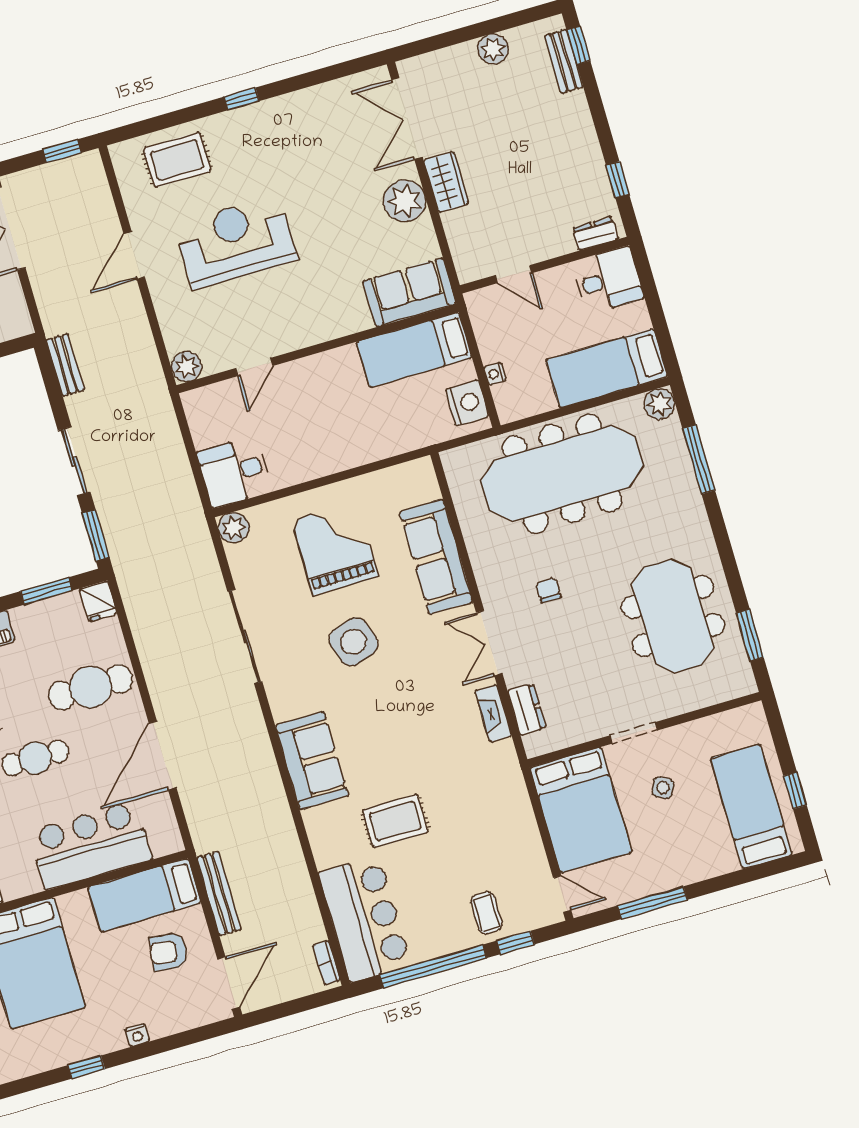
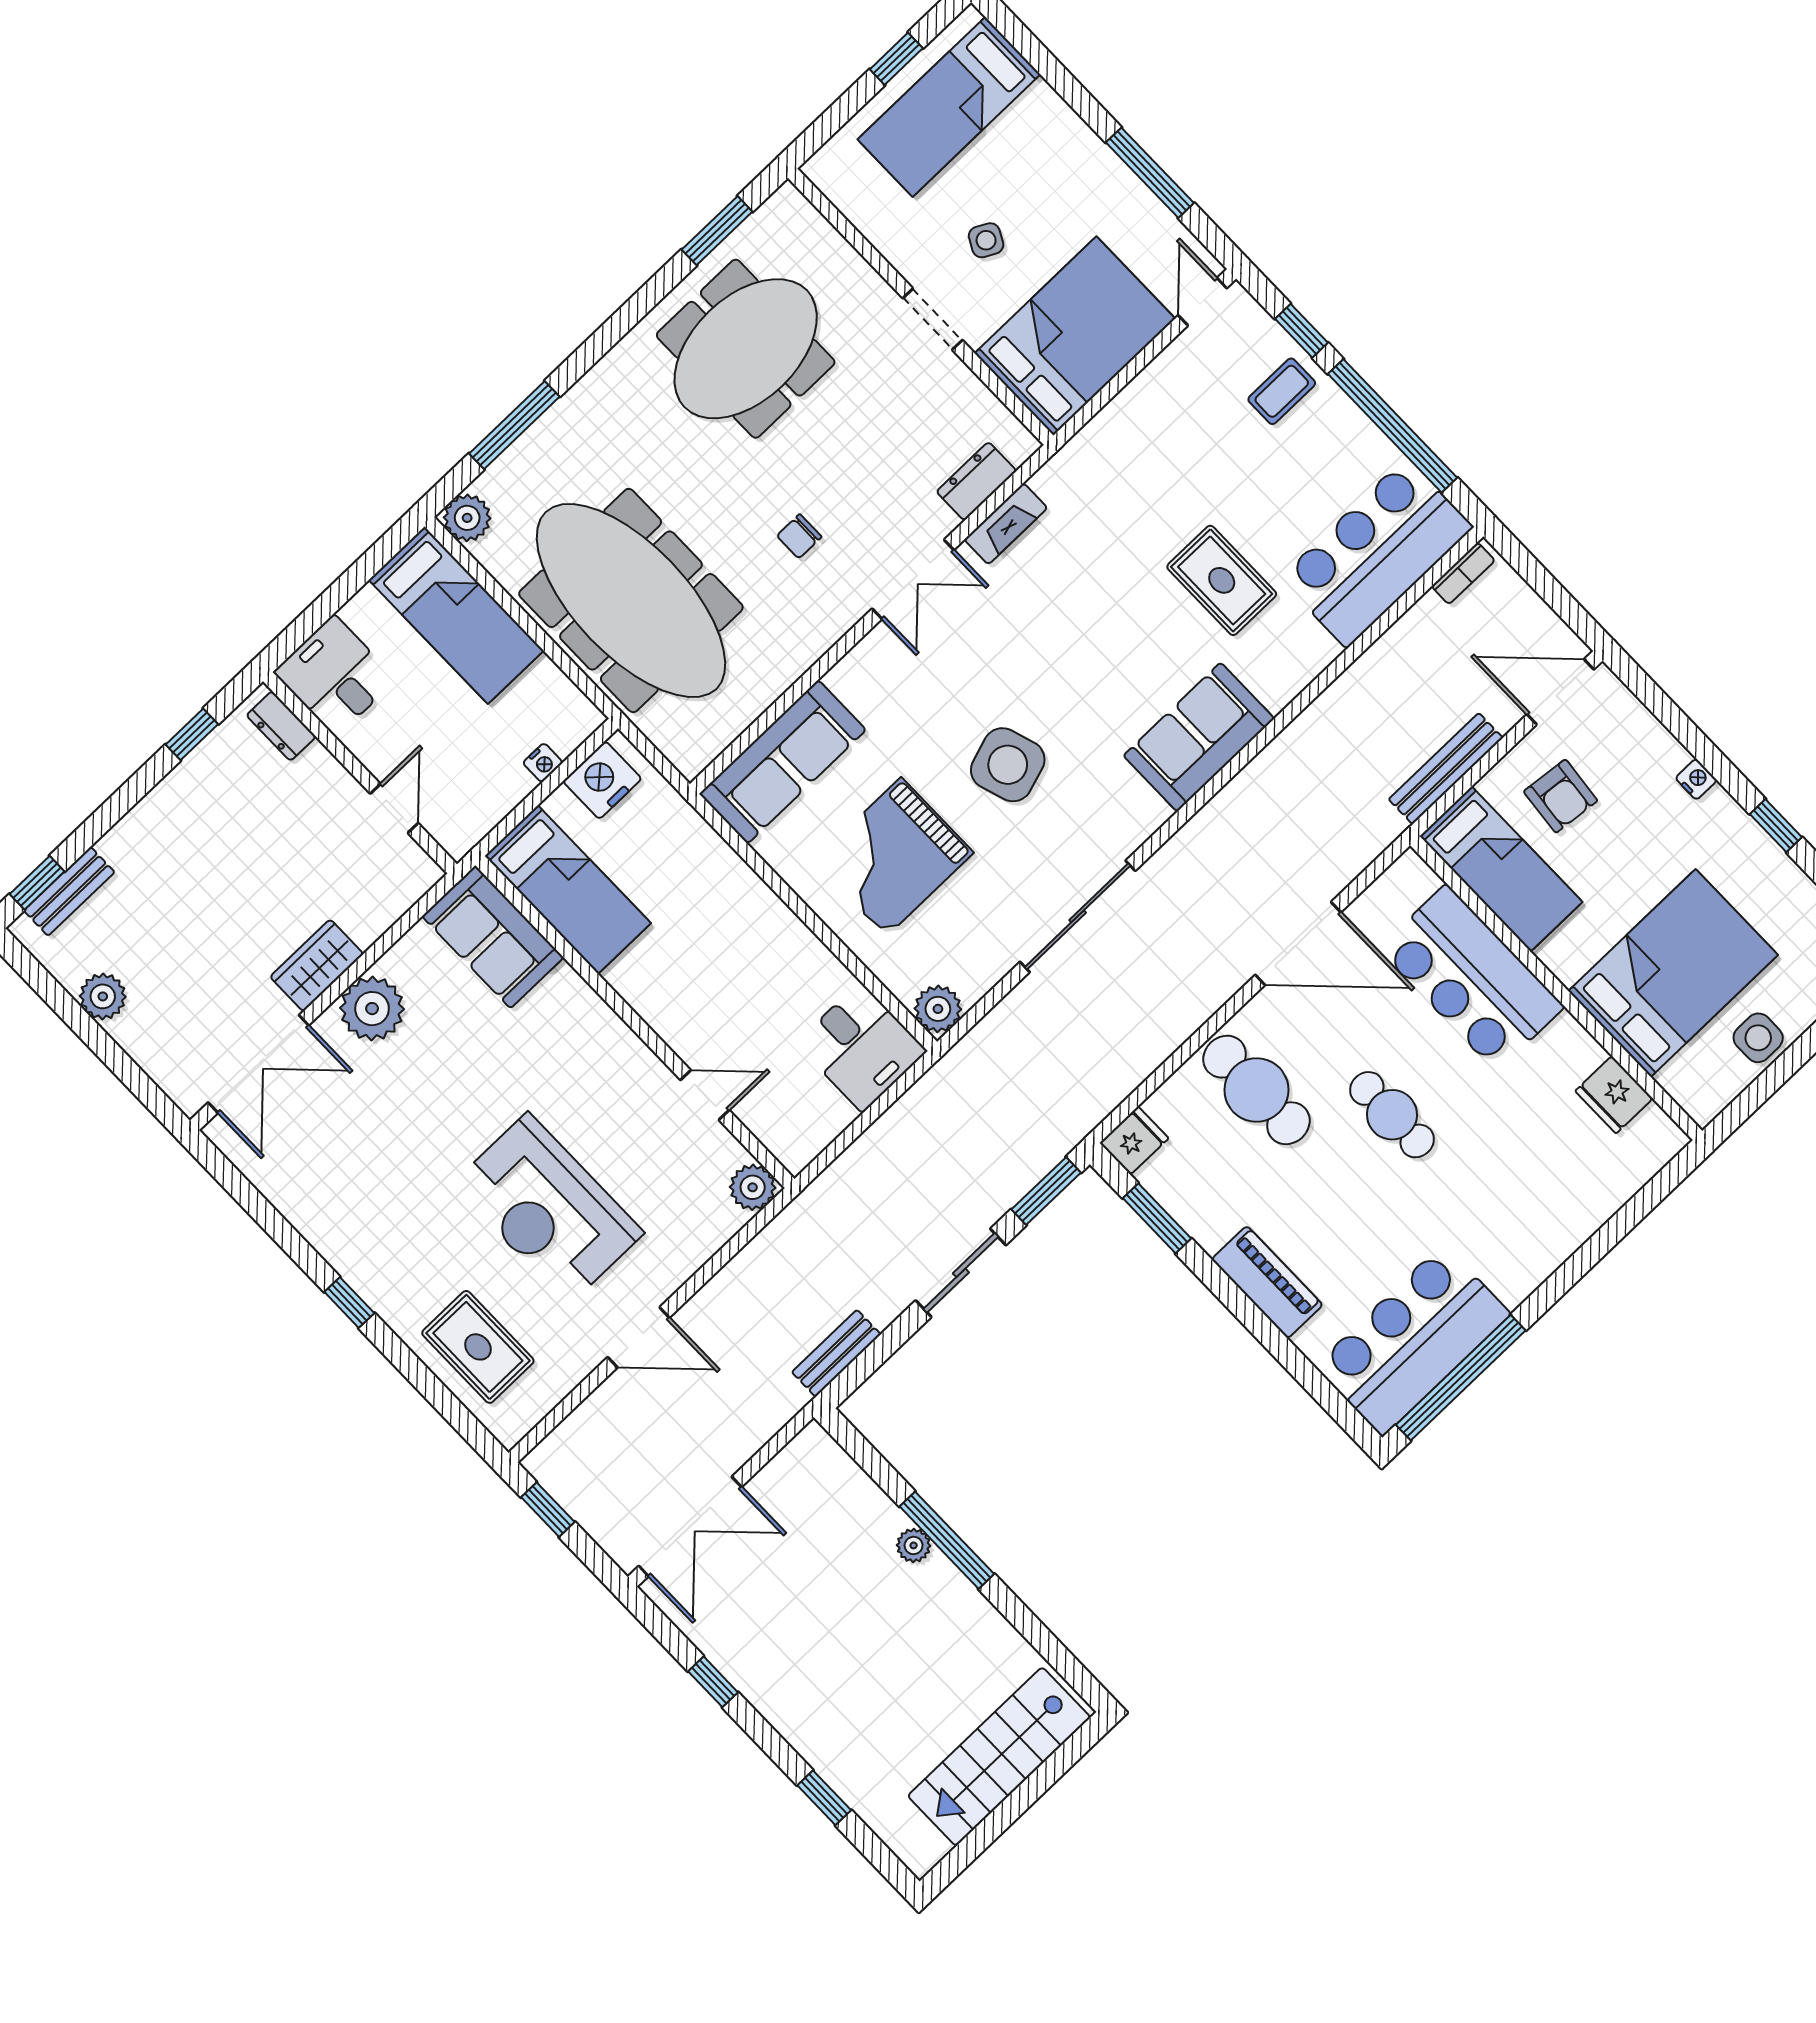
sofa: (436, 557) -> (783, 762), moved

